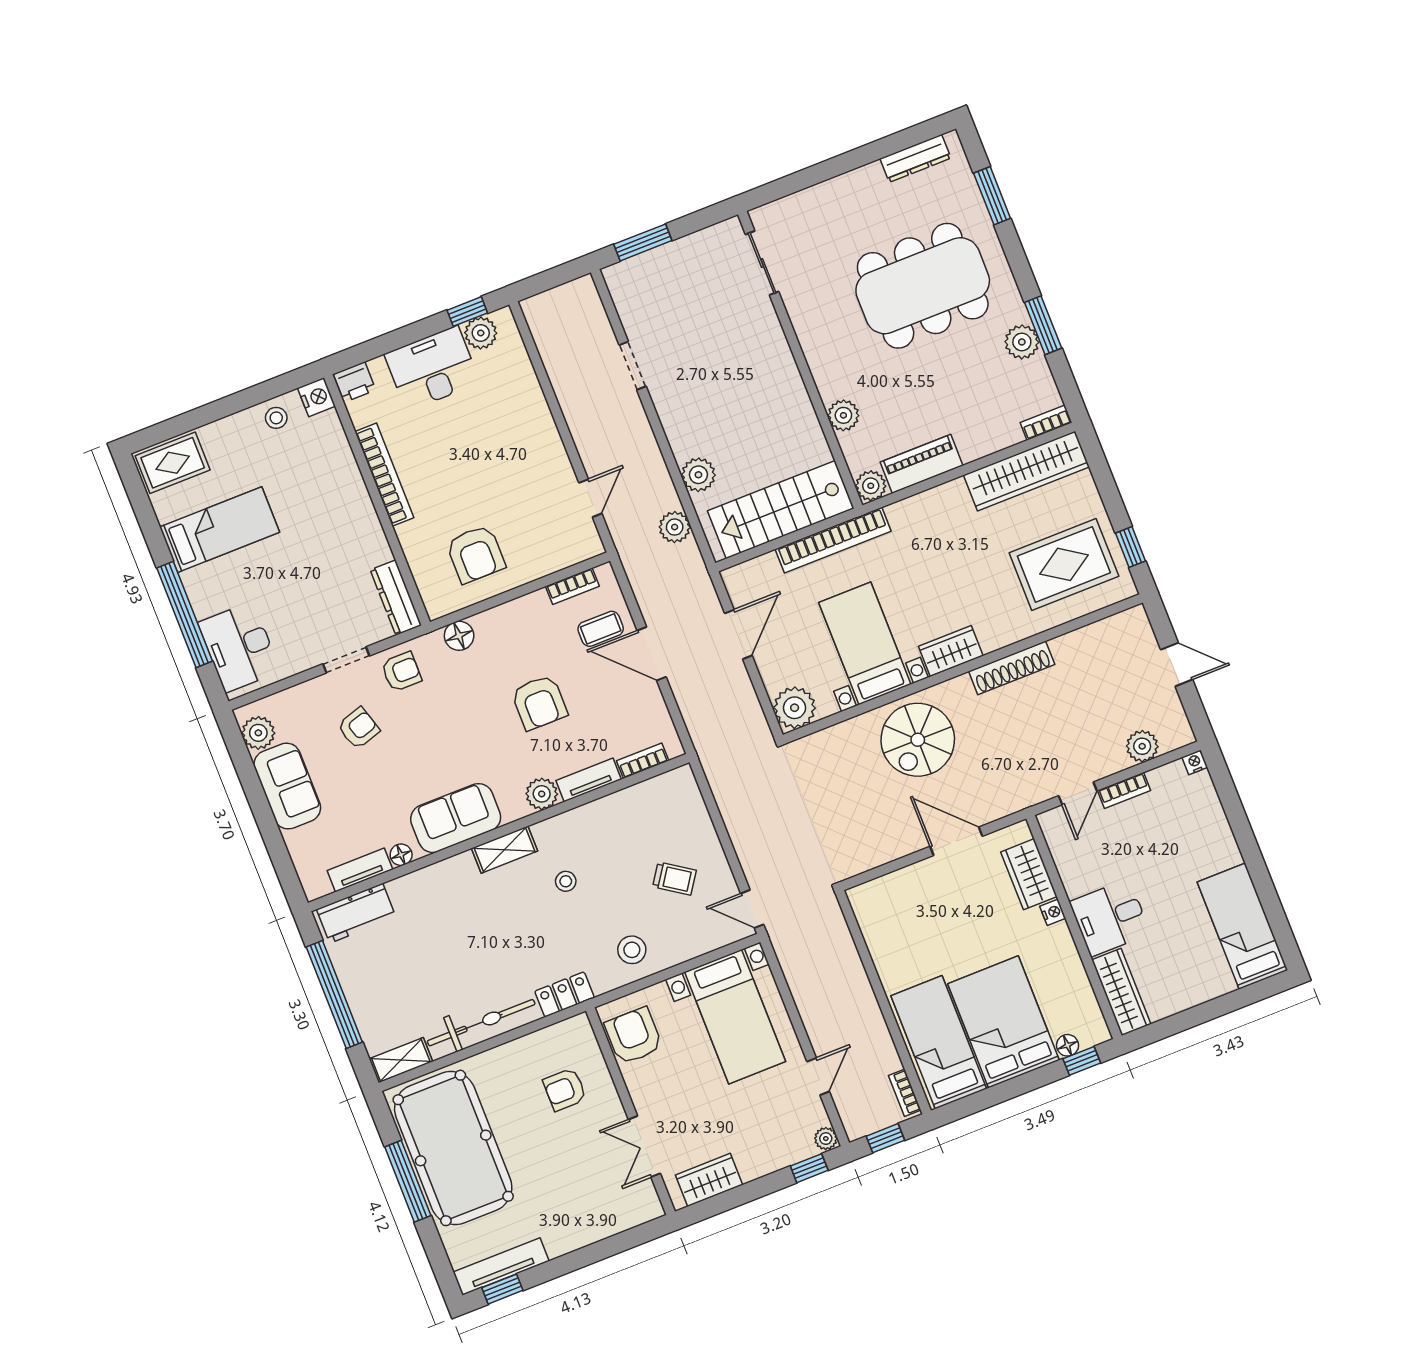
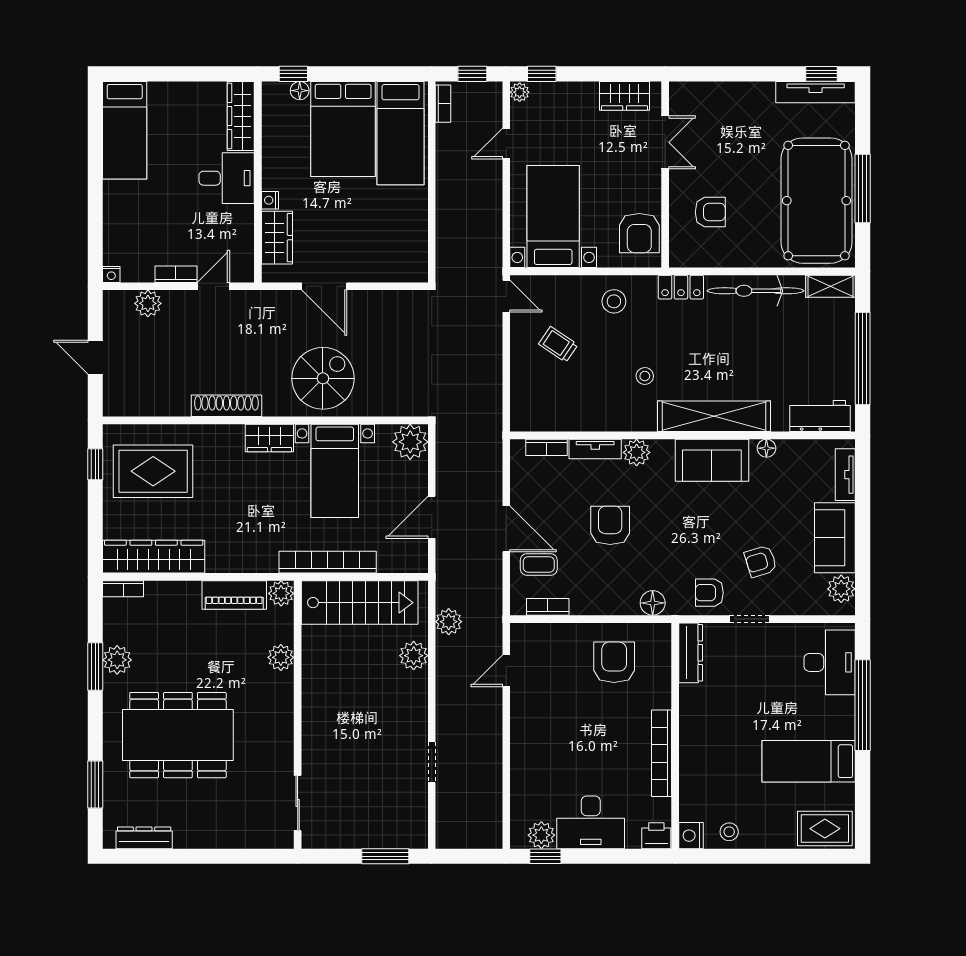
shelving: (504, 850) -> (714, 416), width x2.20, depth x1.33
tv unit: (360, 870) -> (845, 475), moved, turned 90

